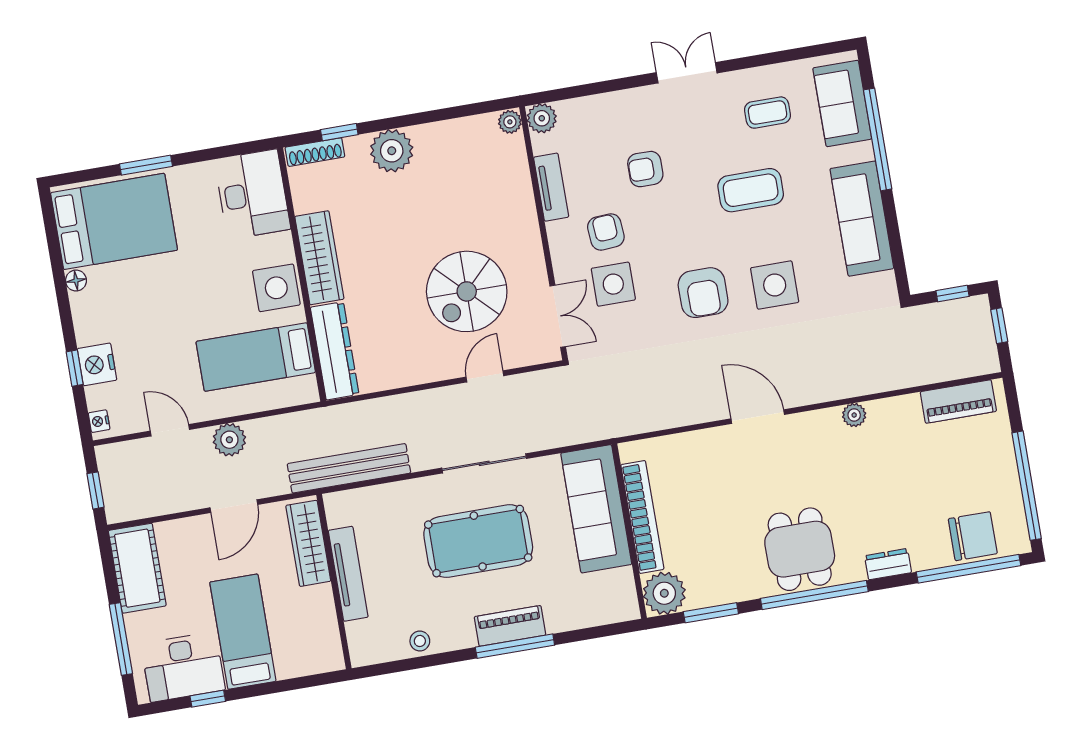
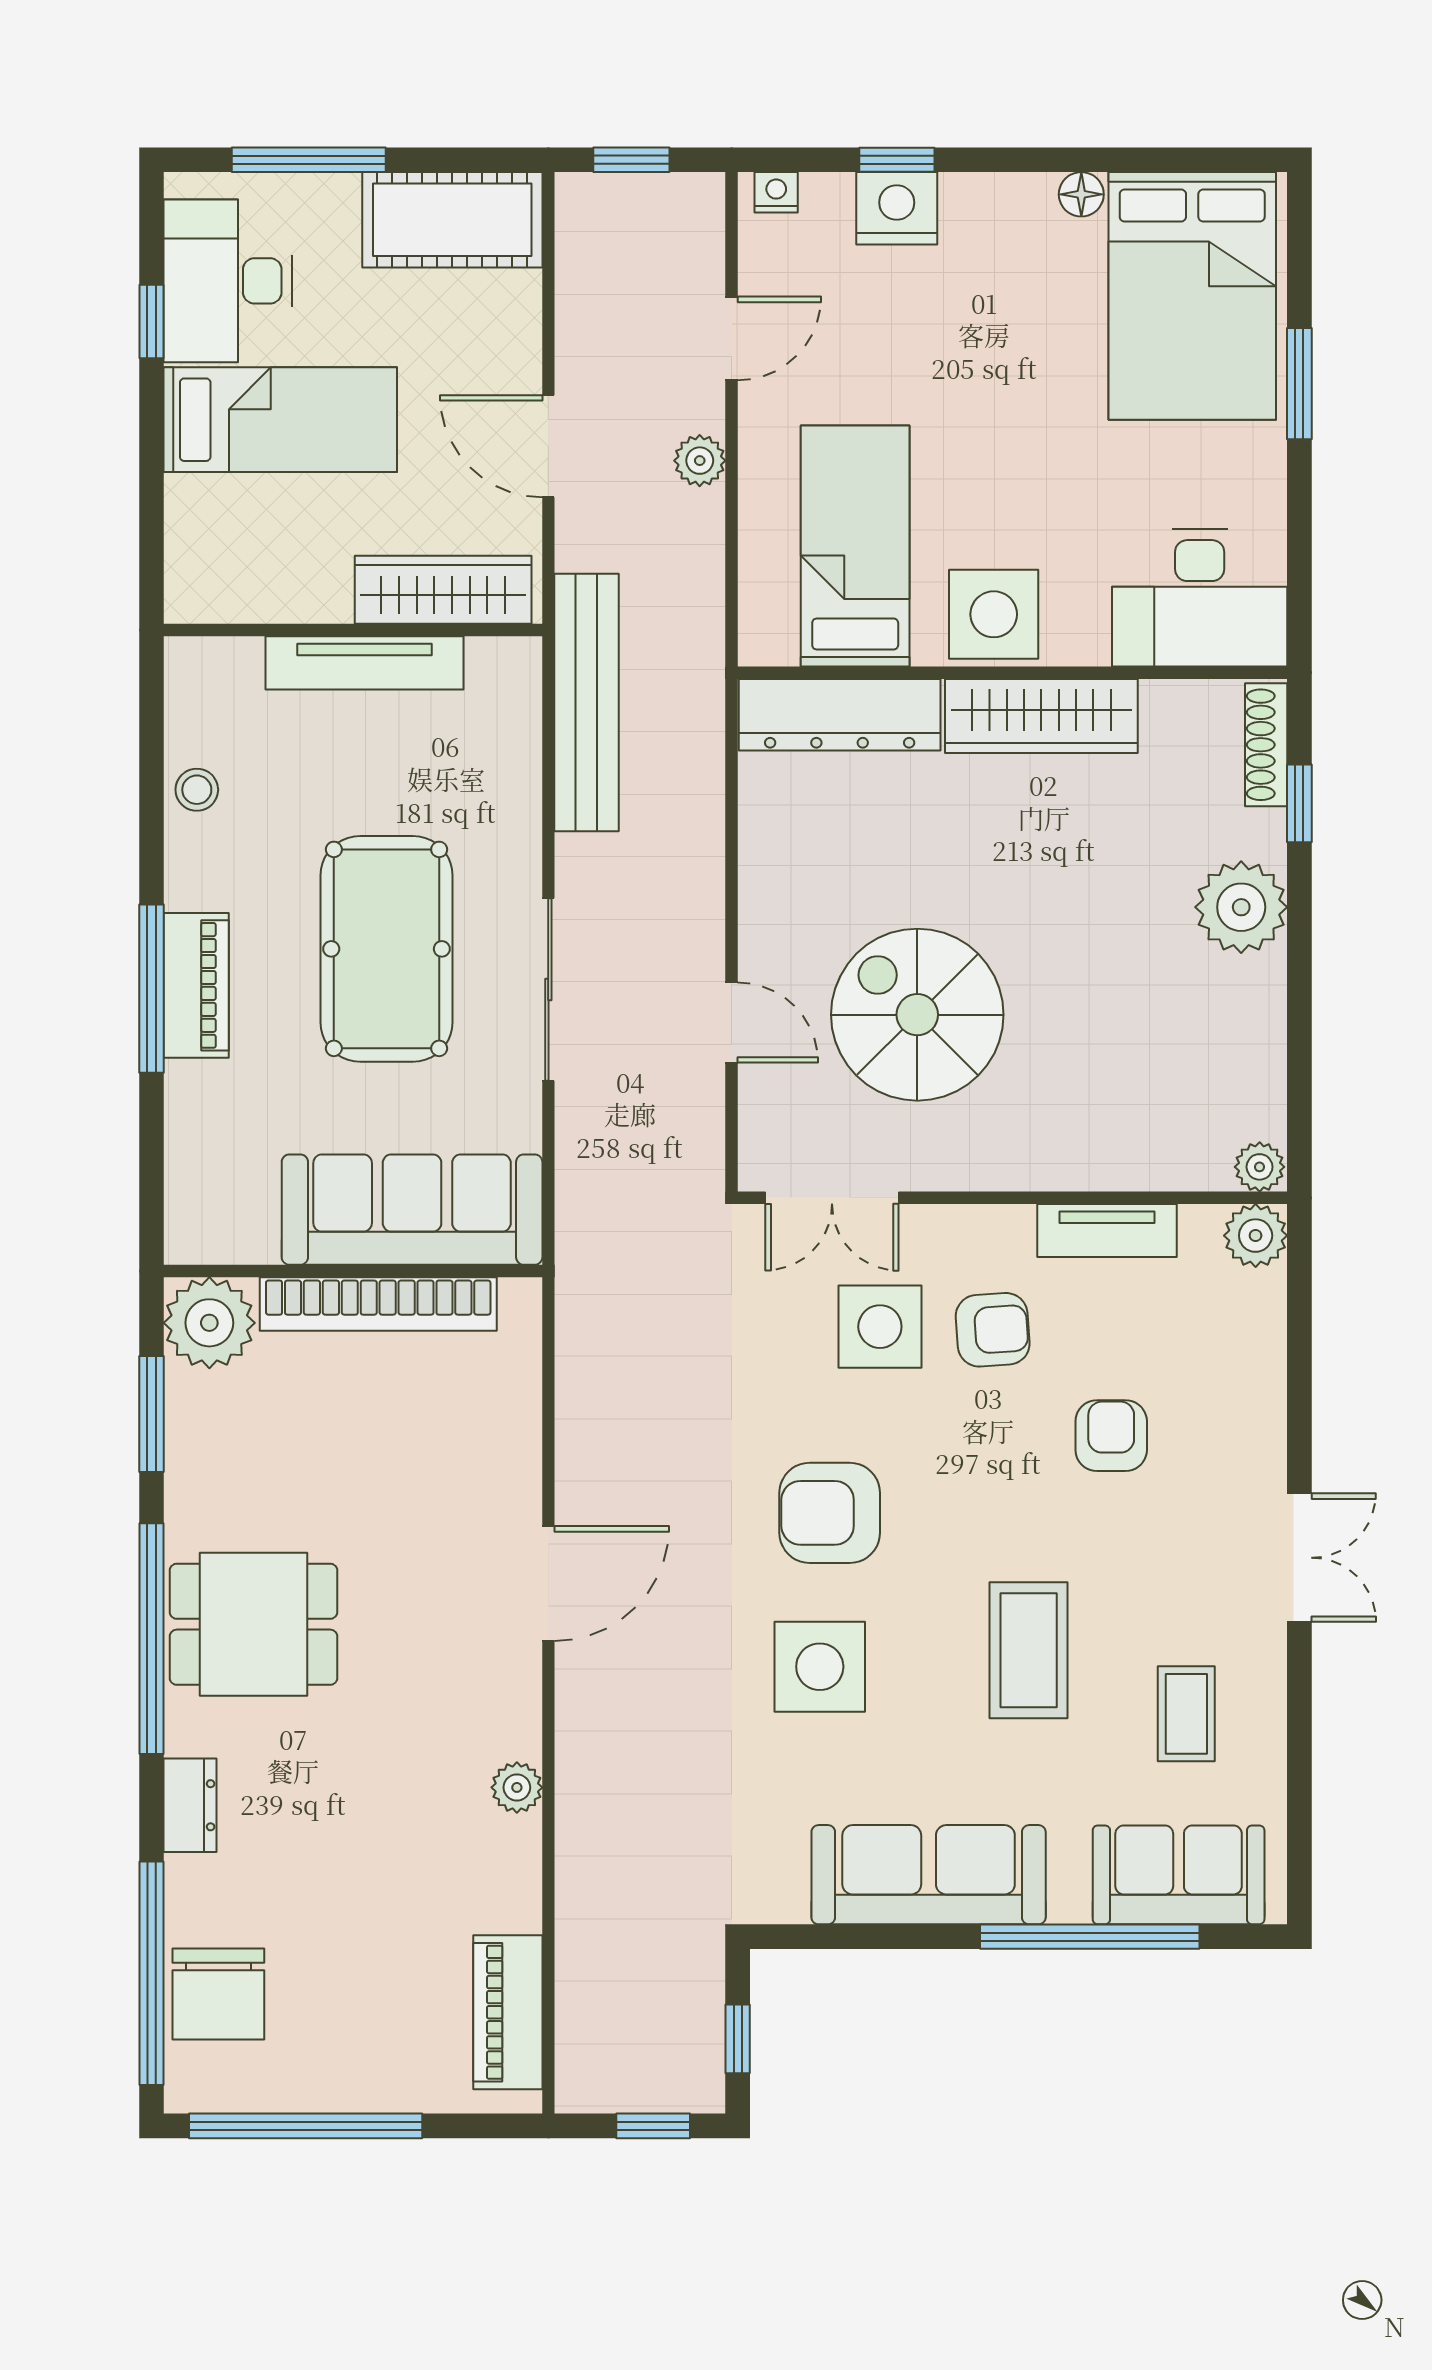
plant: (229, 440) -> (700, 461), width x0.73, depth x0.73

